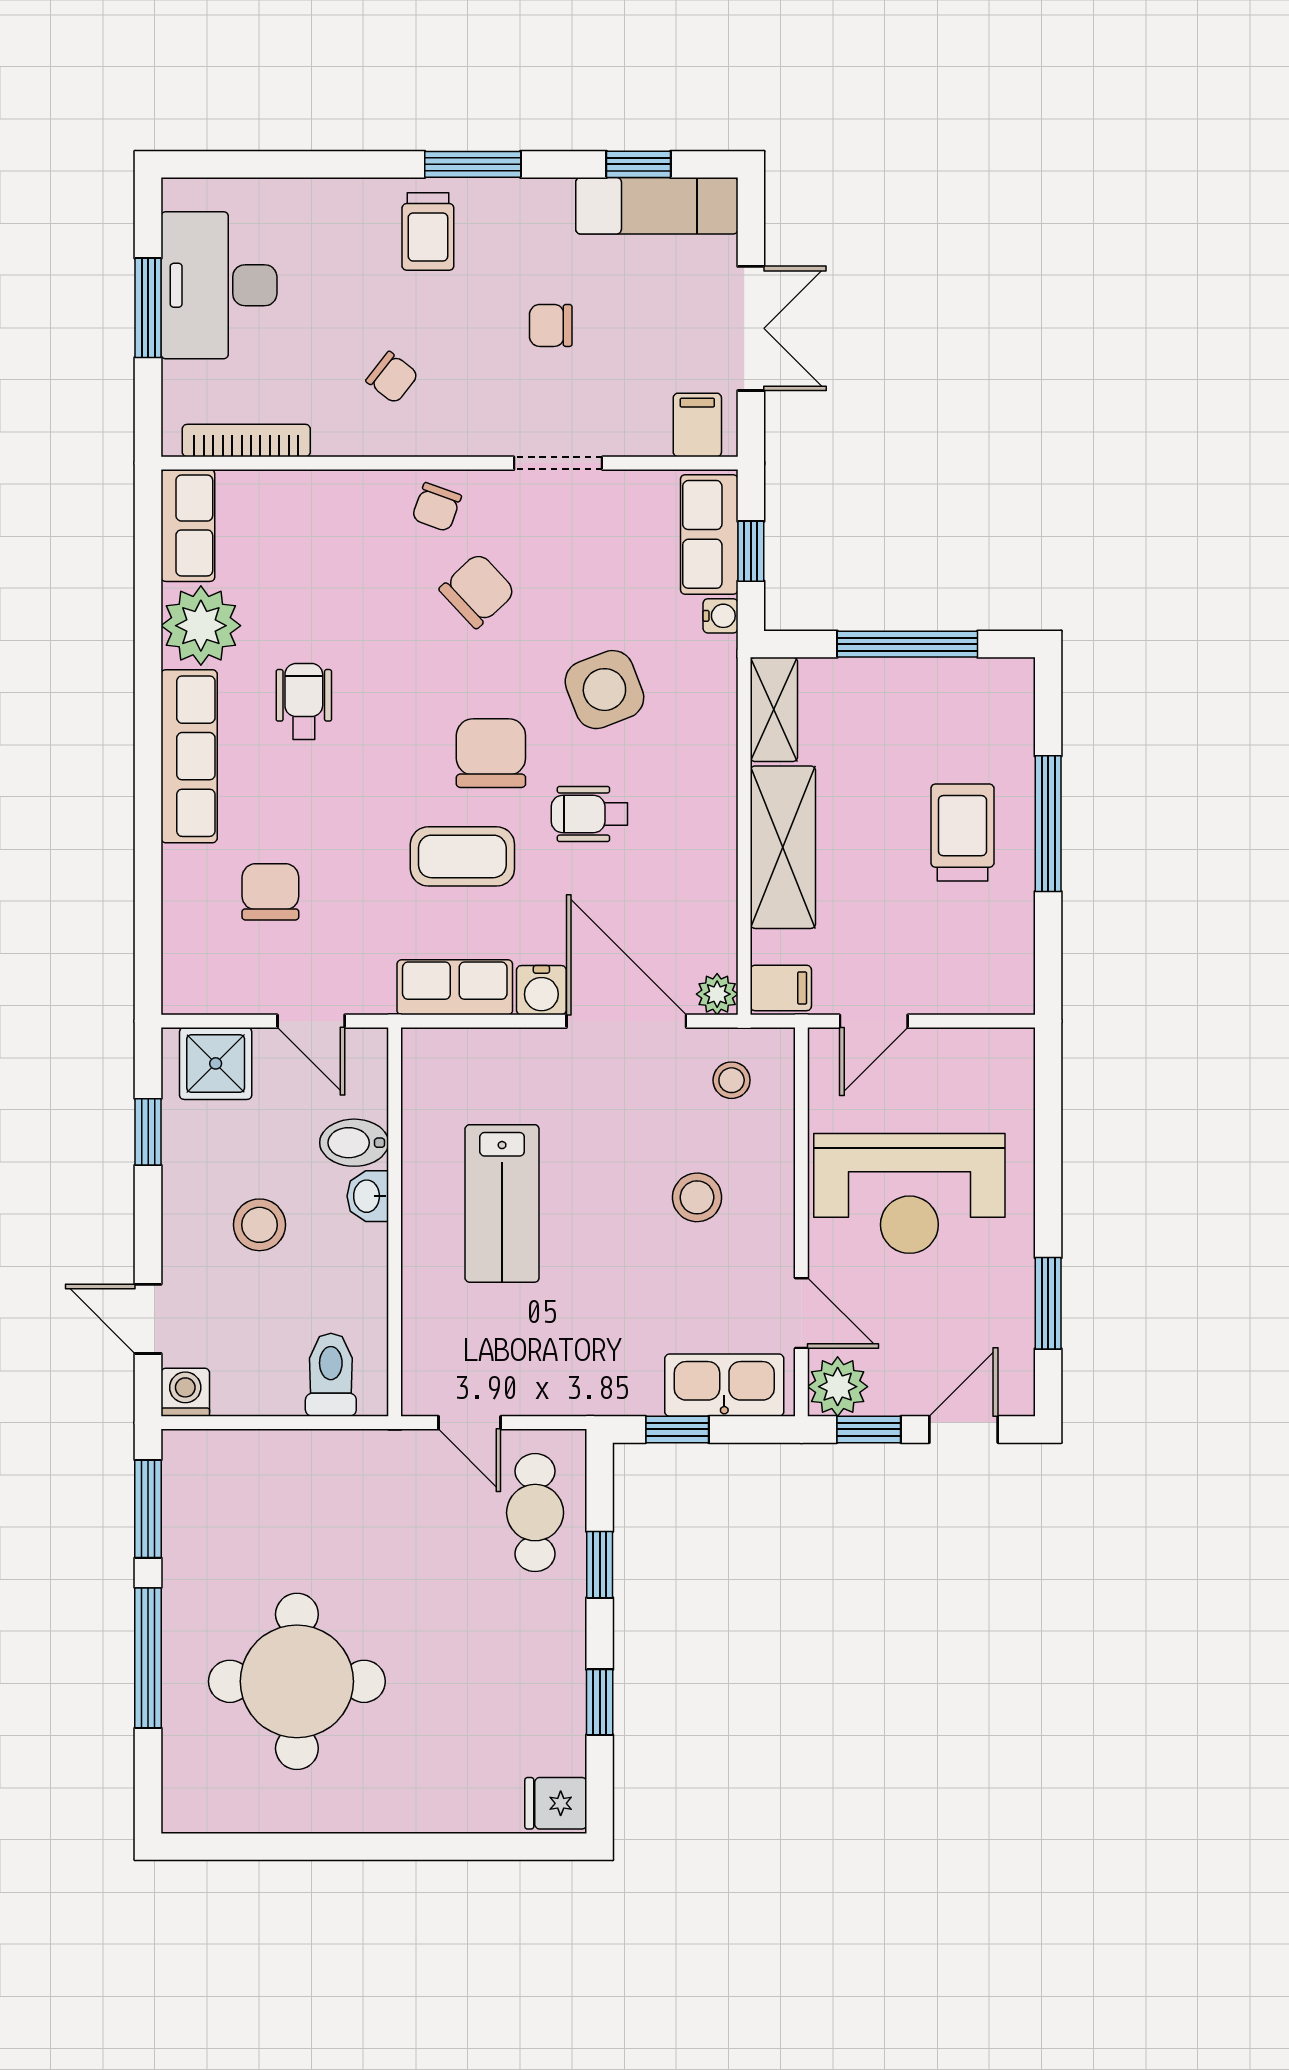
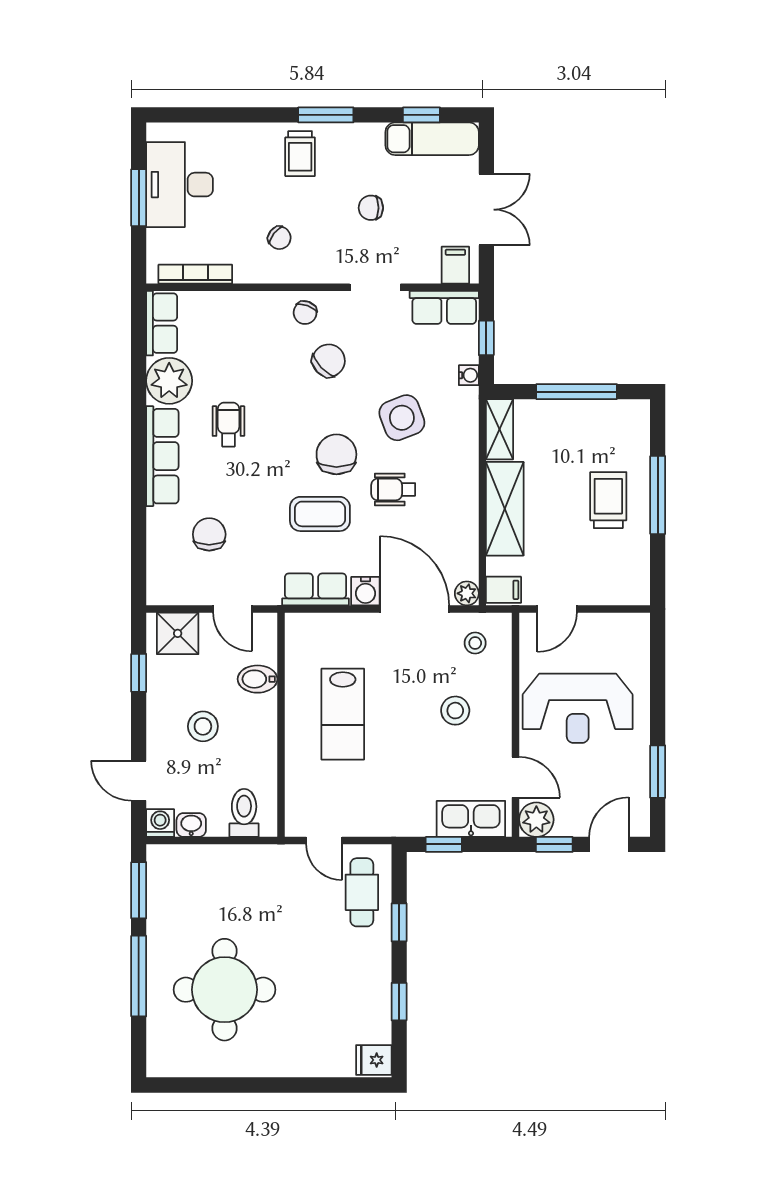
row of seats: (709, 534) -> (444, 307), moved, turned -90
washbasin: (368, 1196) -> (191, 825), moved, turned 90

